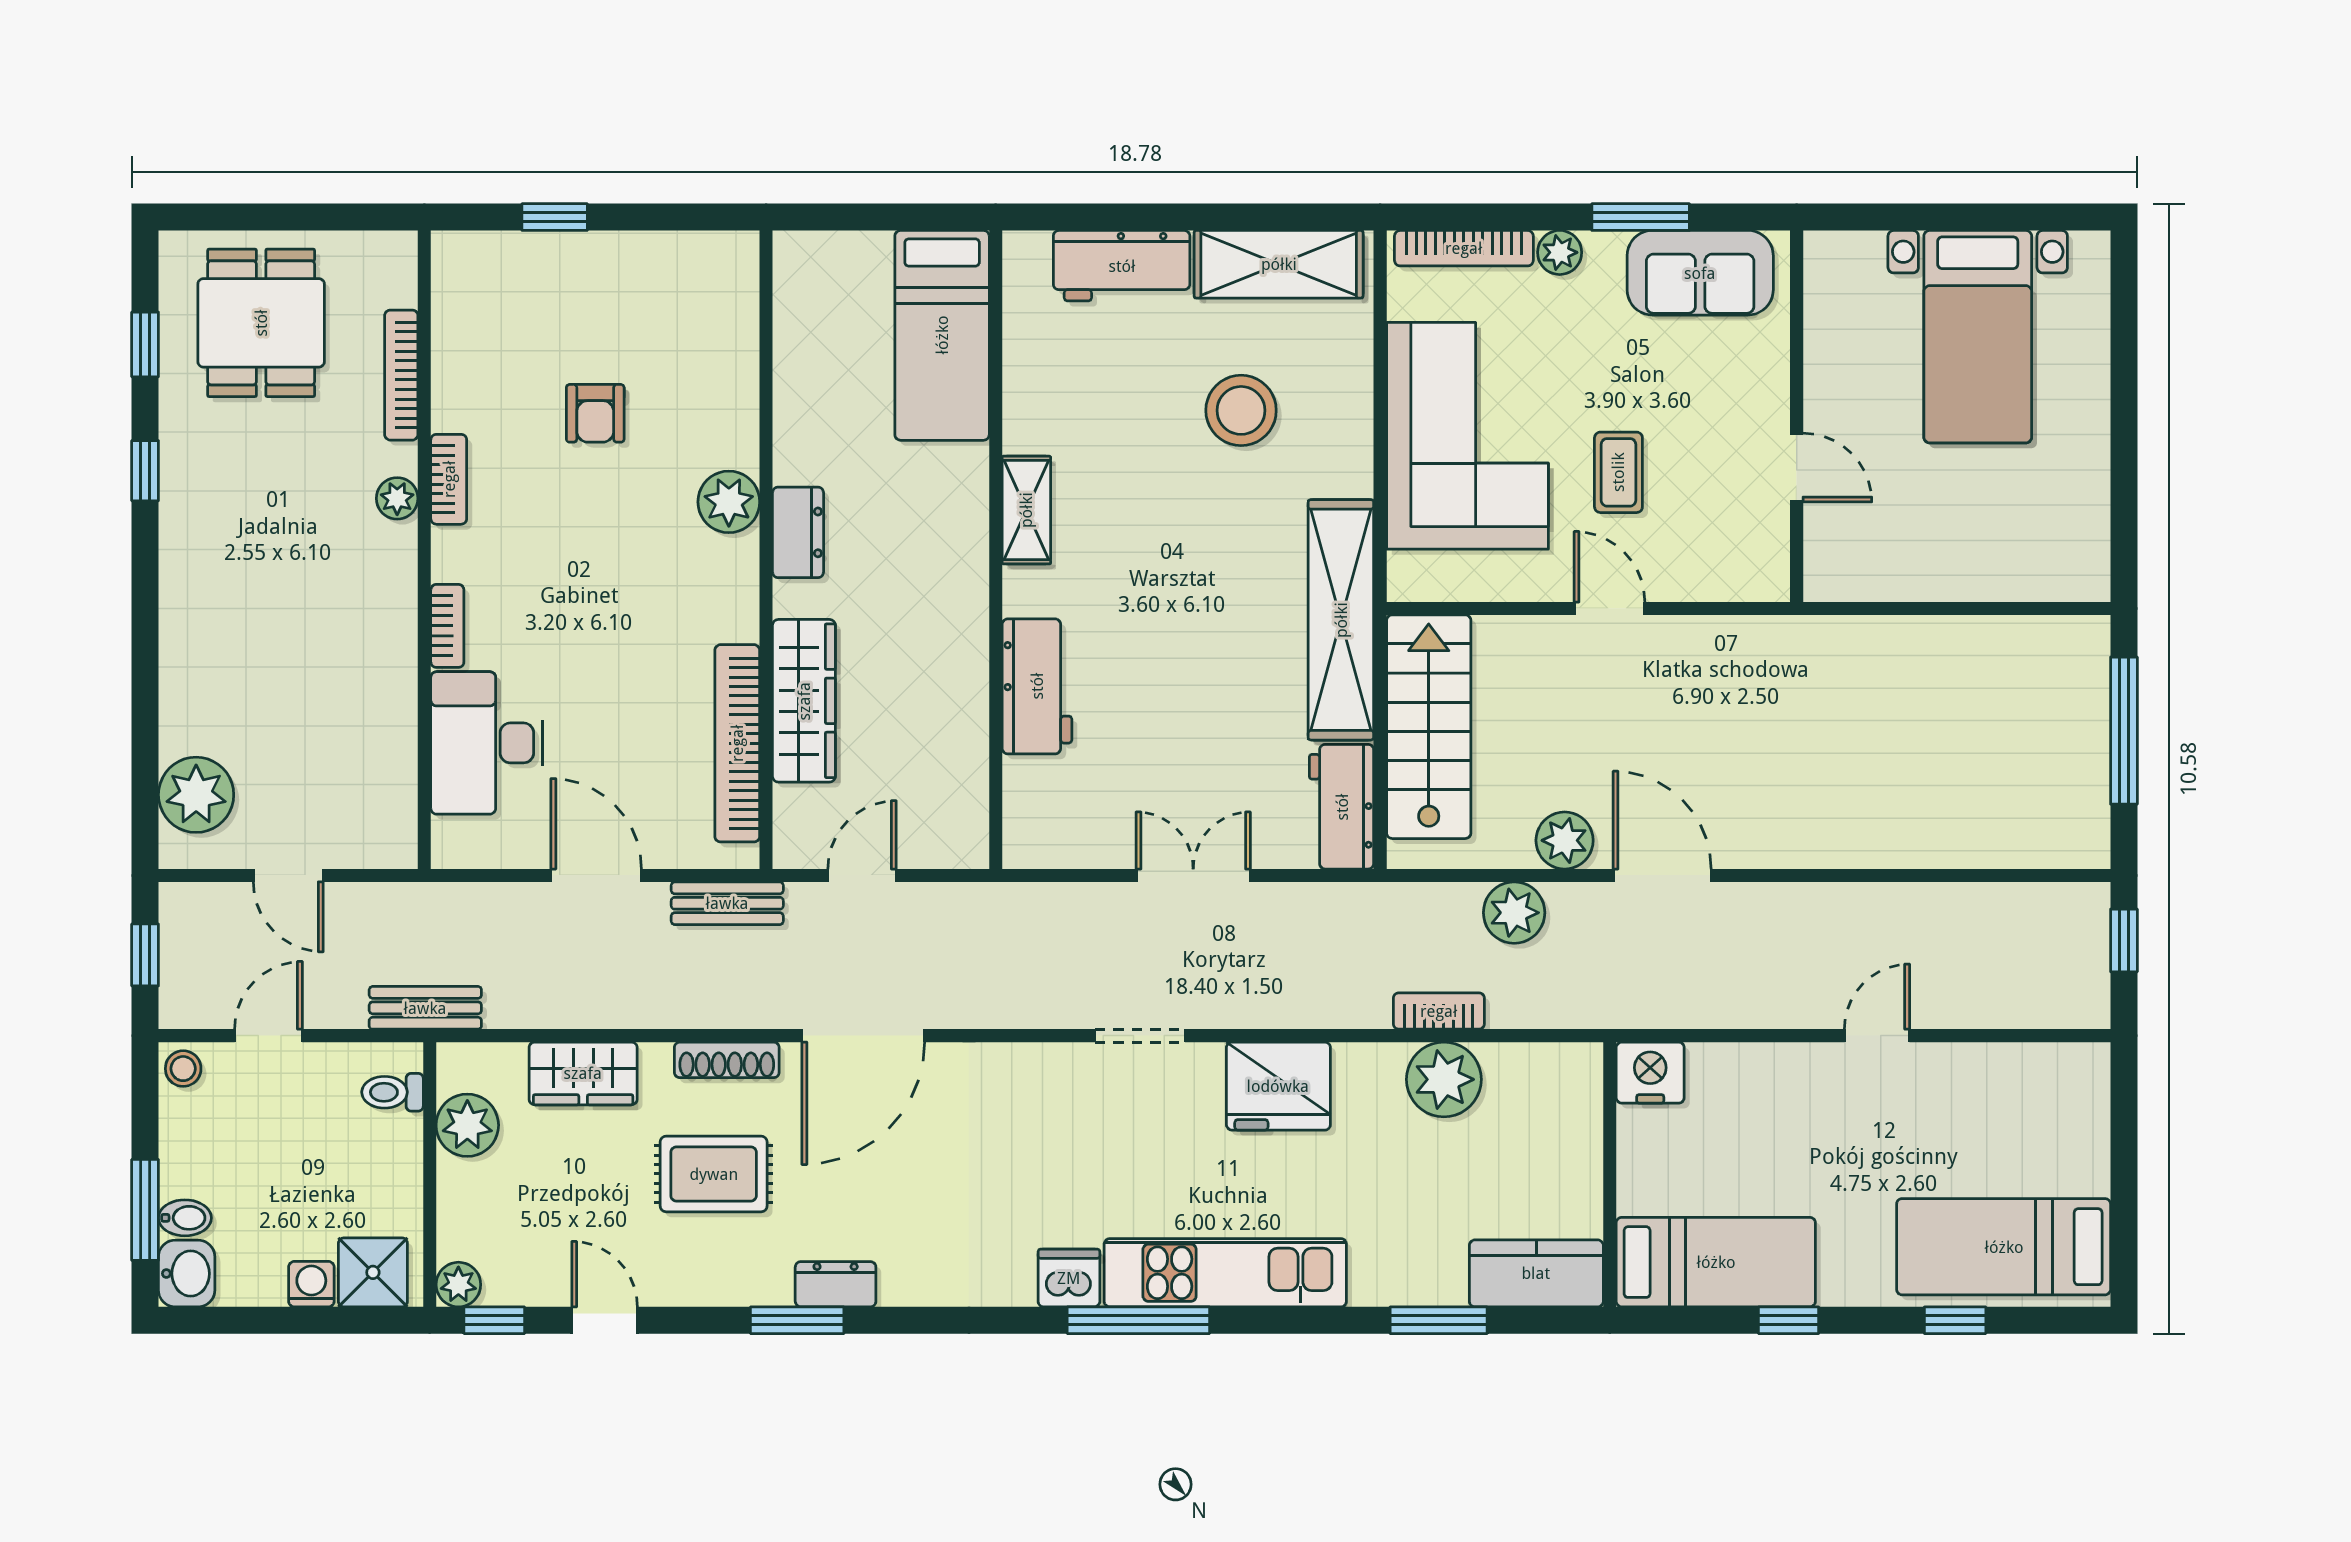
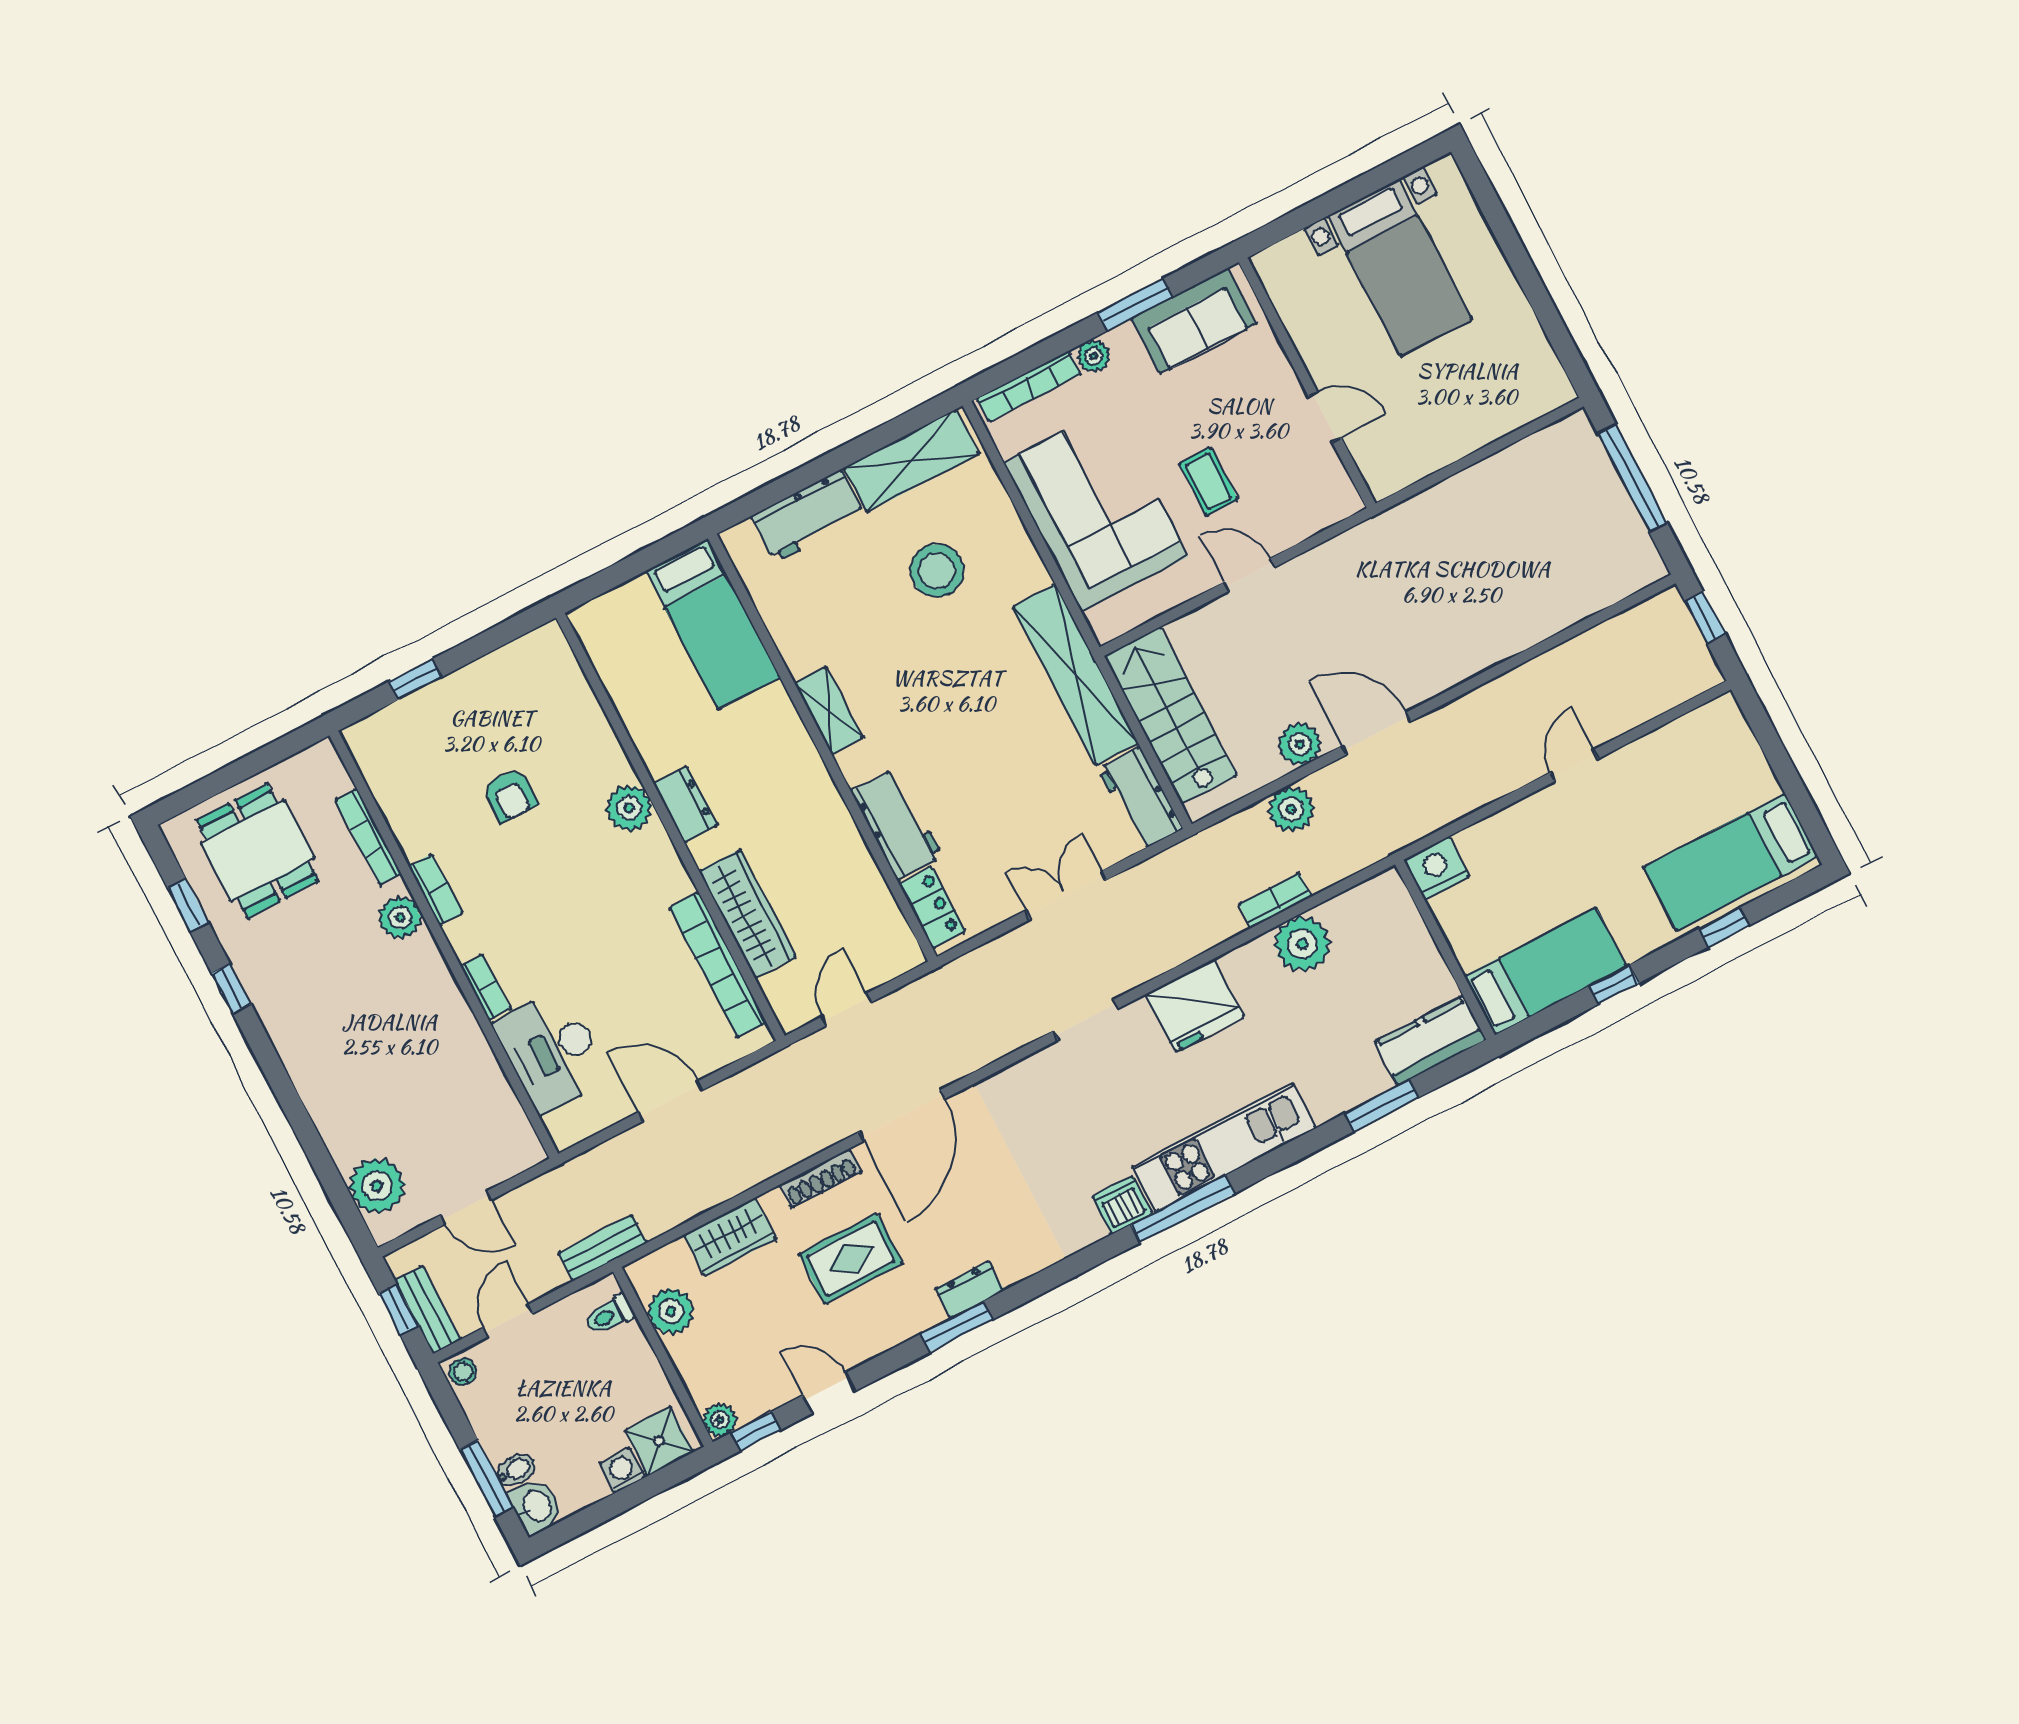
plant: (397, 498) -> (400, 918), width x1.38, depth x1.38
locker: (1027, 807) -> (932, 907), added
bench: (727, 903) -> (428, 1310), moved, turned 90

